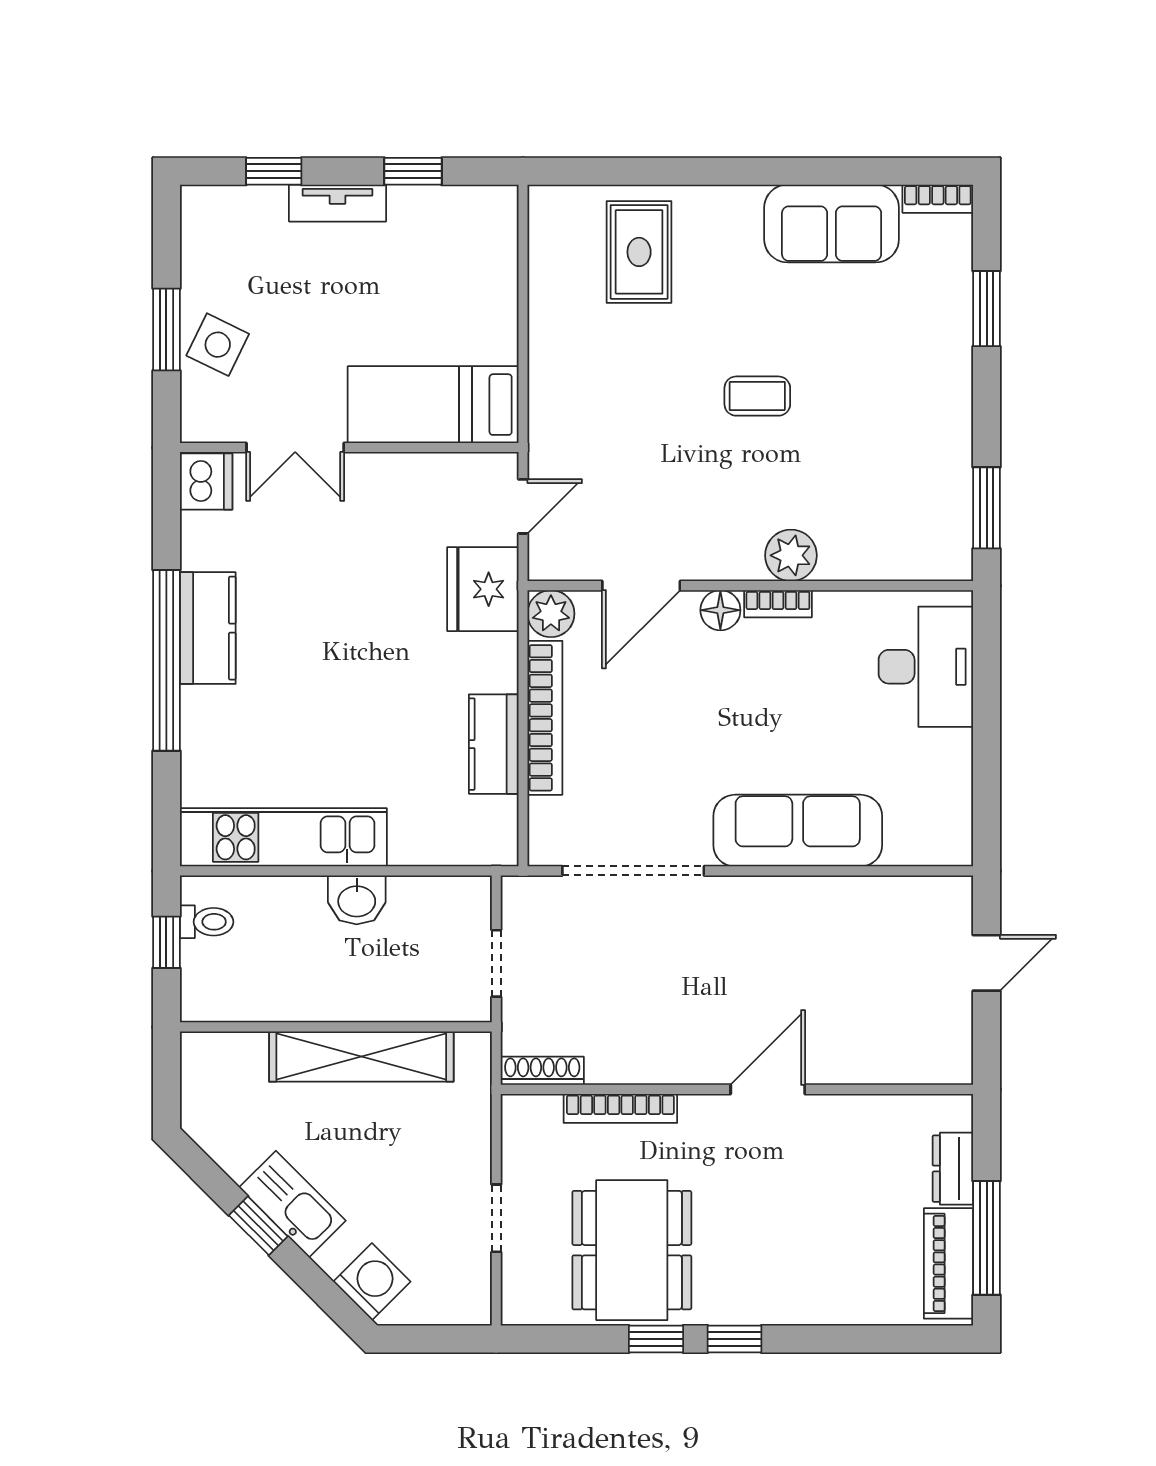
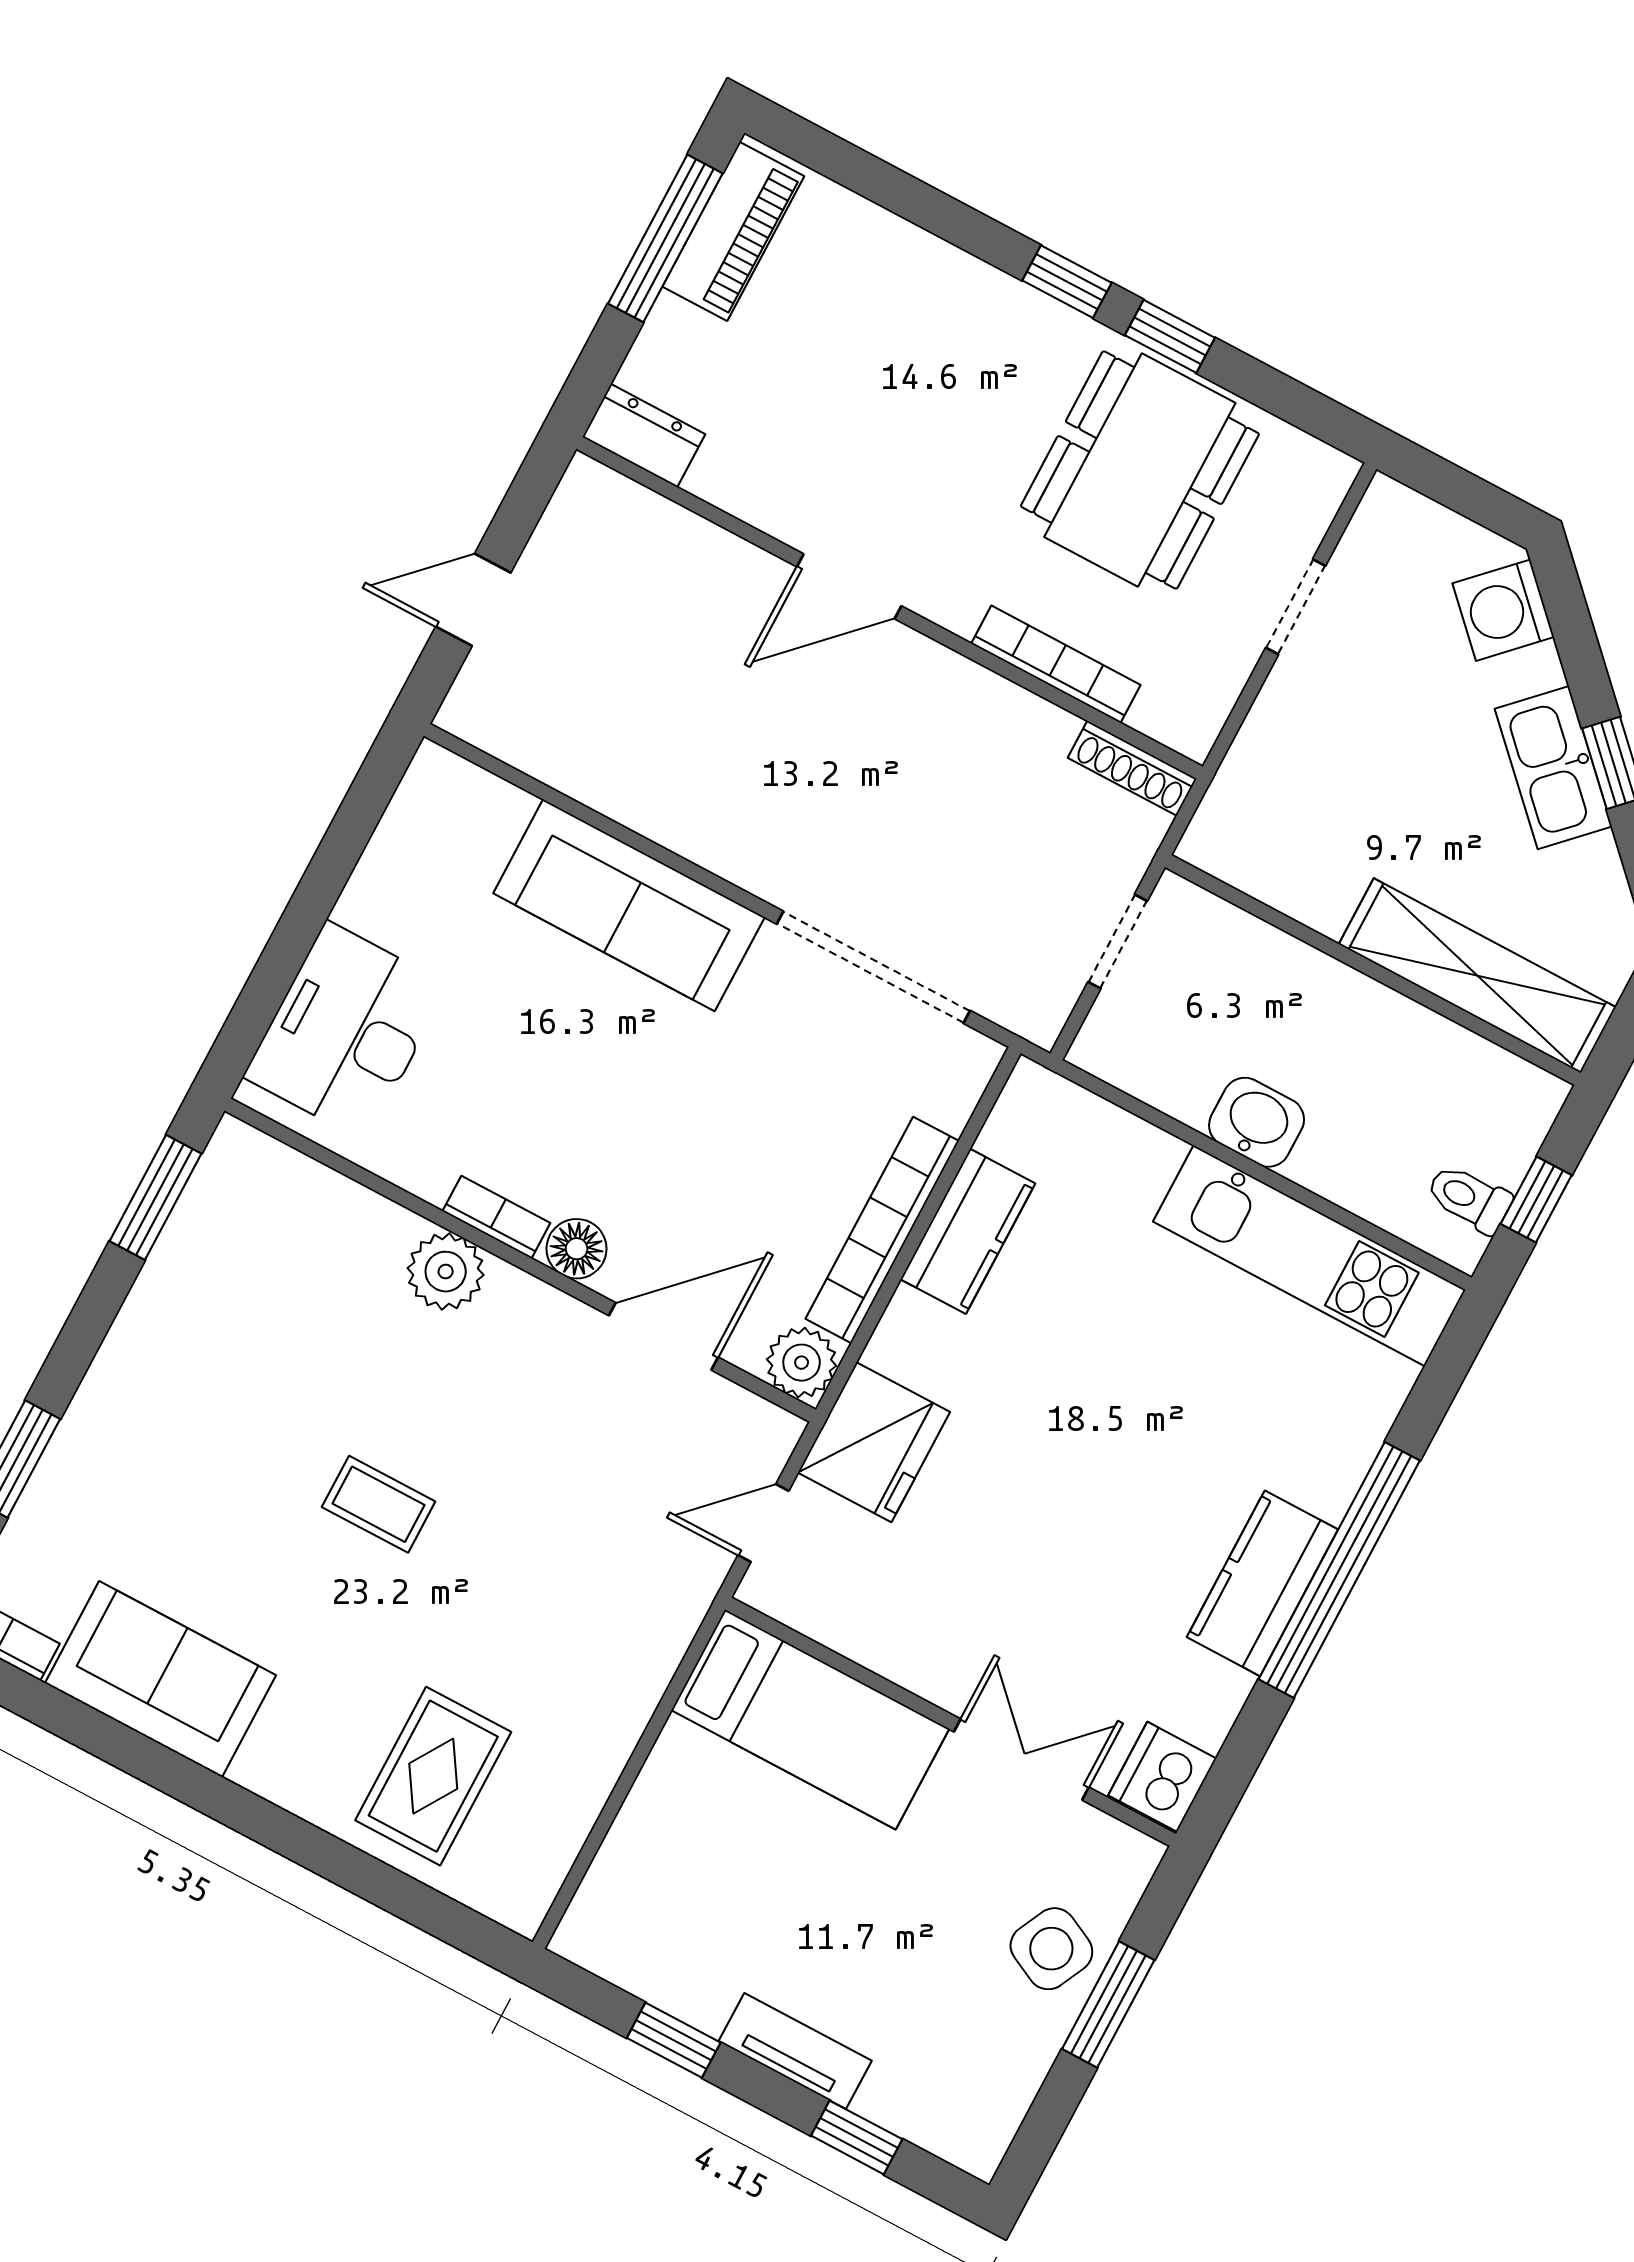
shelving: (361, 1057) -> (1477, 976), moved
dresser: (953, 1169) -> (644, 436), moved, turned -90

